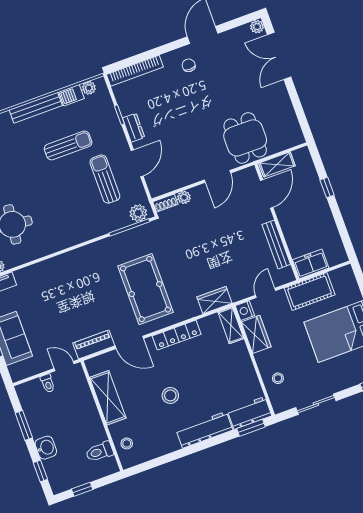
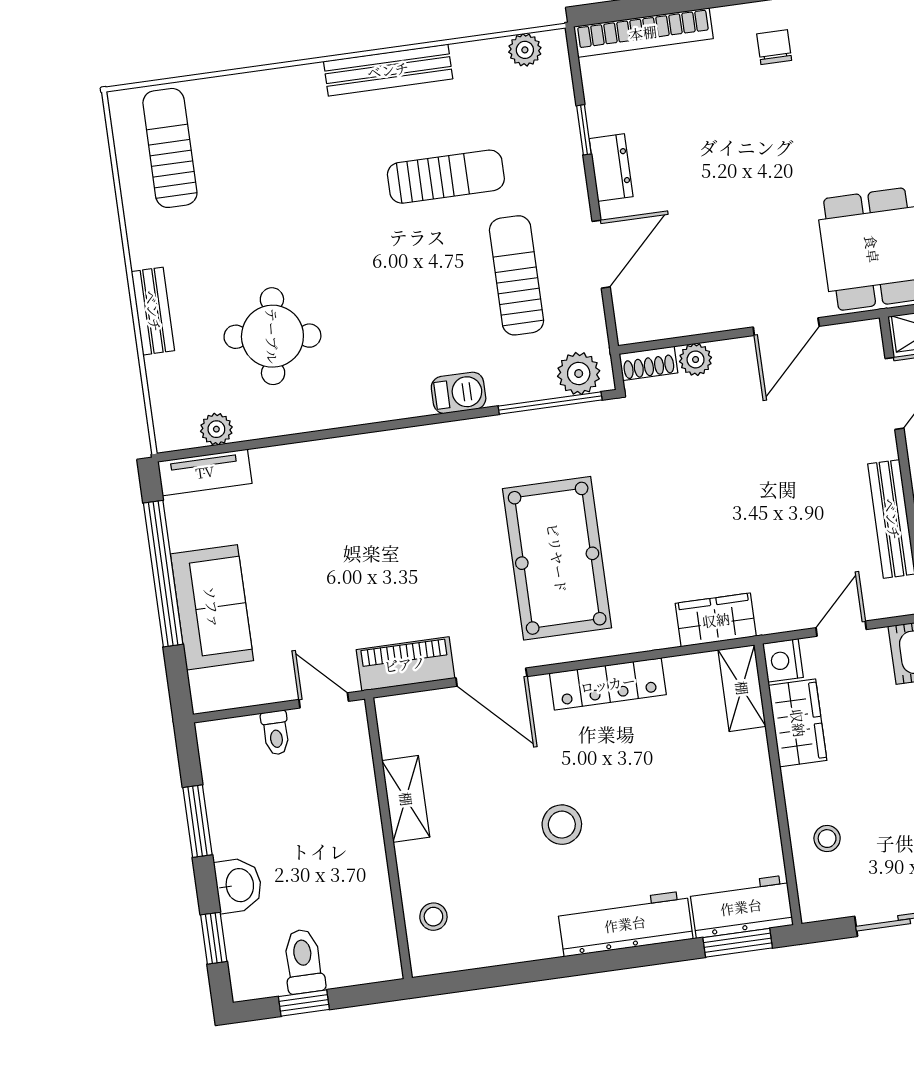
barbecue: (71, 95) -> (459, 393), moved, turned 180
shelving: (108, 398) -> (406, 799), width x0.67, depth x0.75
toilet: (100, 452) -> (304, 961), moved, turned 90

